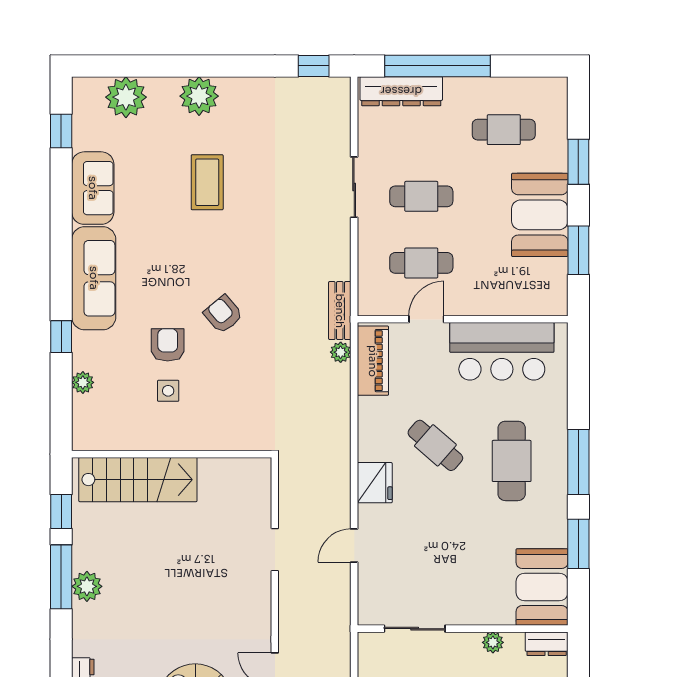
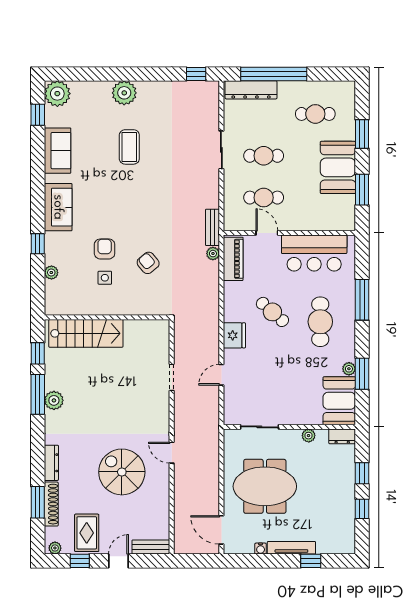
plant: (126, 97) -> (57, 94), moved
sofa: (94, 278) -> (58, 207), width x0.73
armchair: (223, 314) -> (148, 263), moved
door: (426, 319) -> (267, 233), hinge flipped
window: (578, 462) -> (362, 300), moved
plant: (557, 536) -> (349, 369), added

